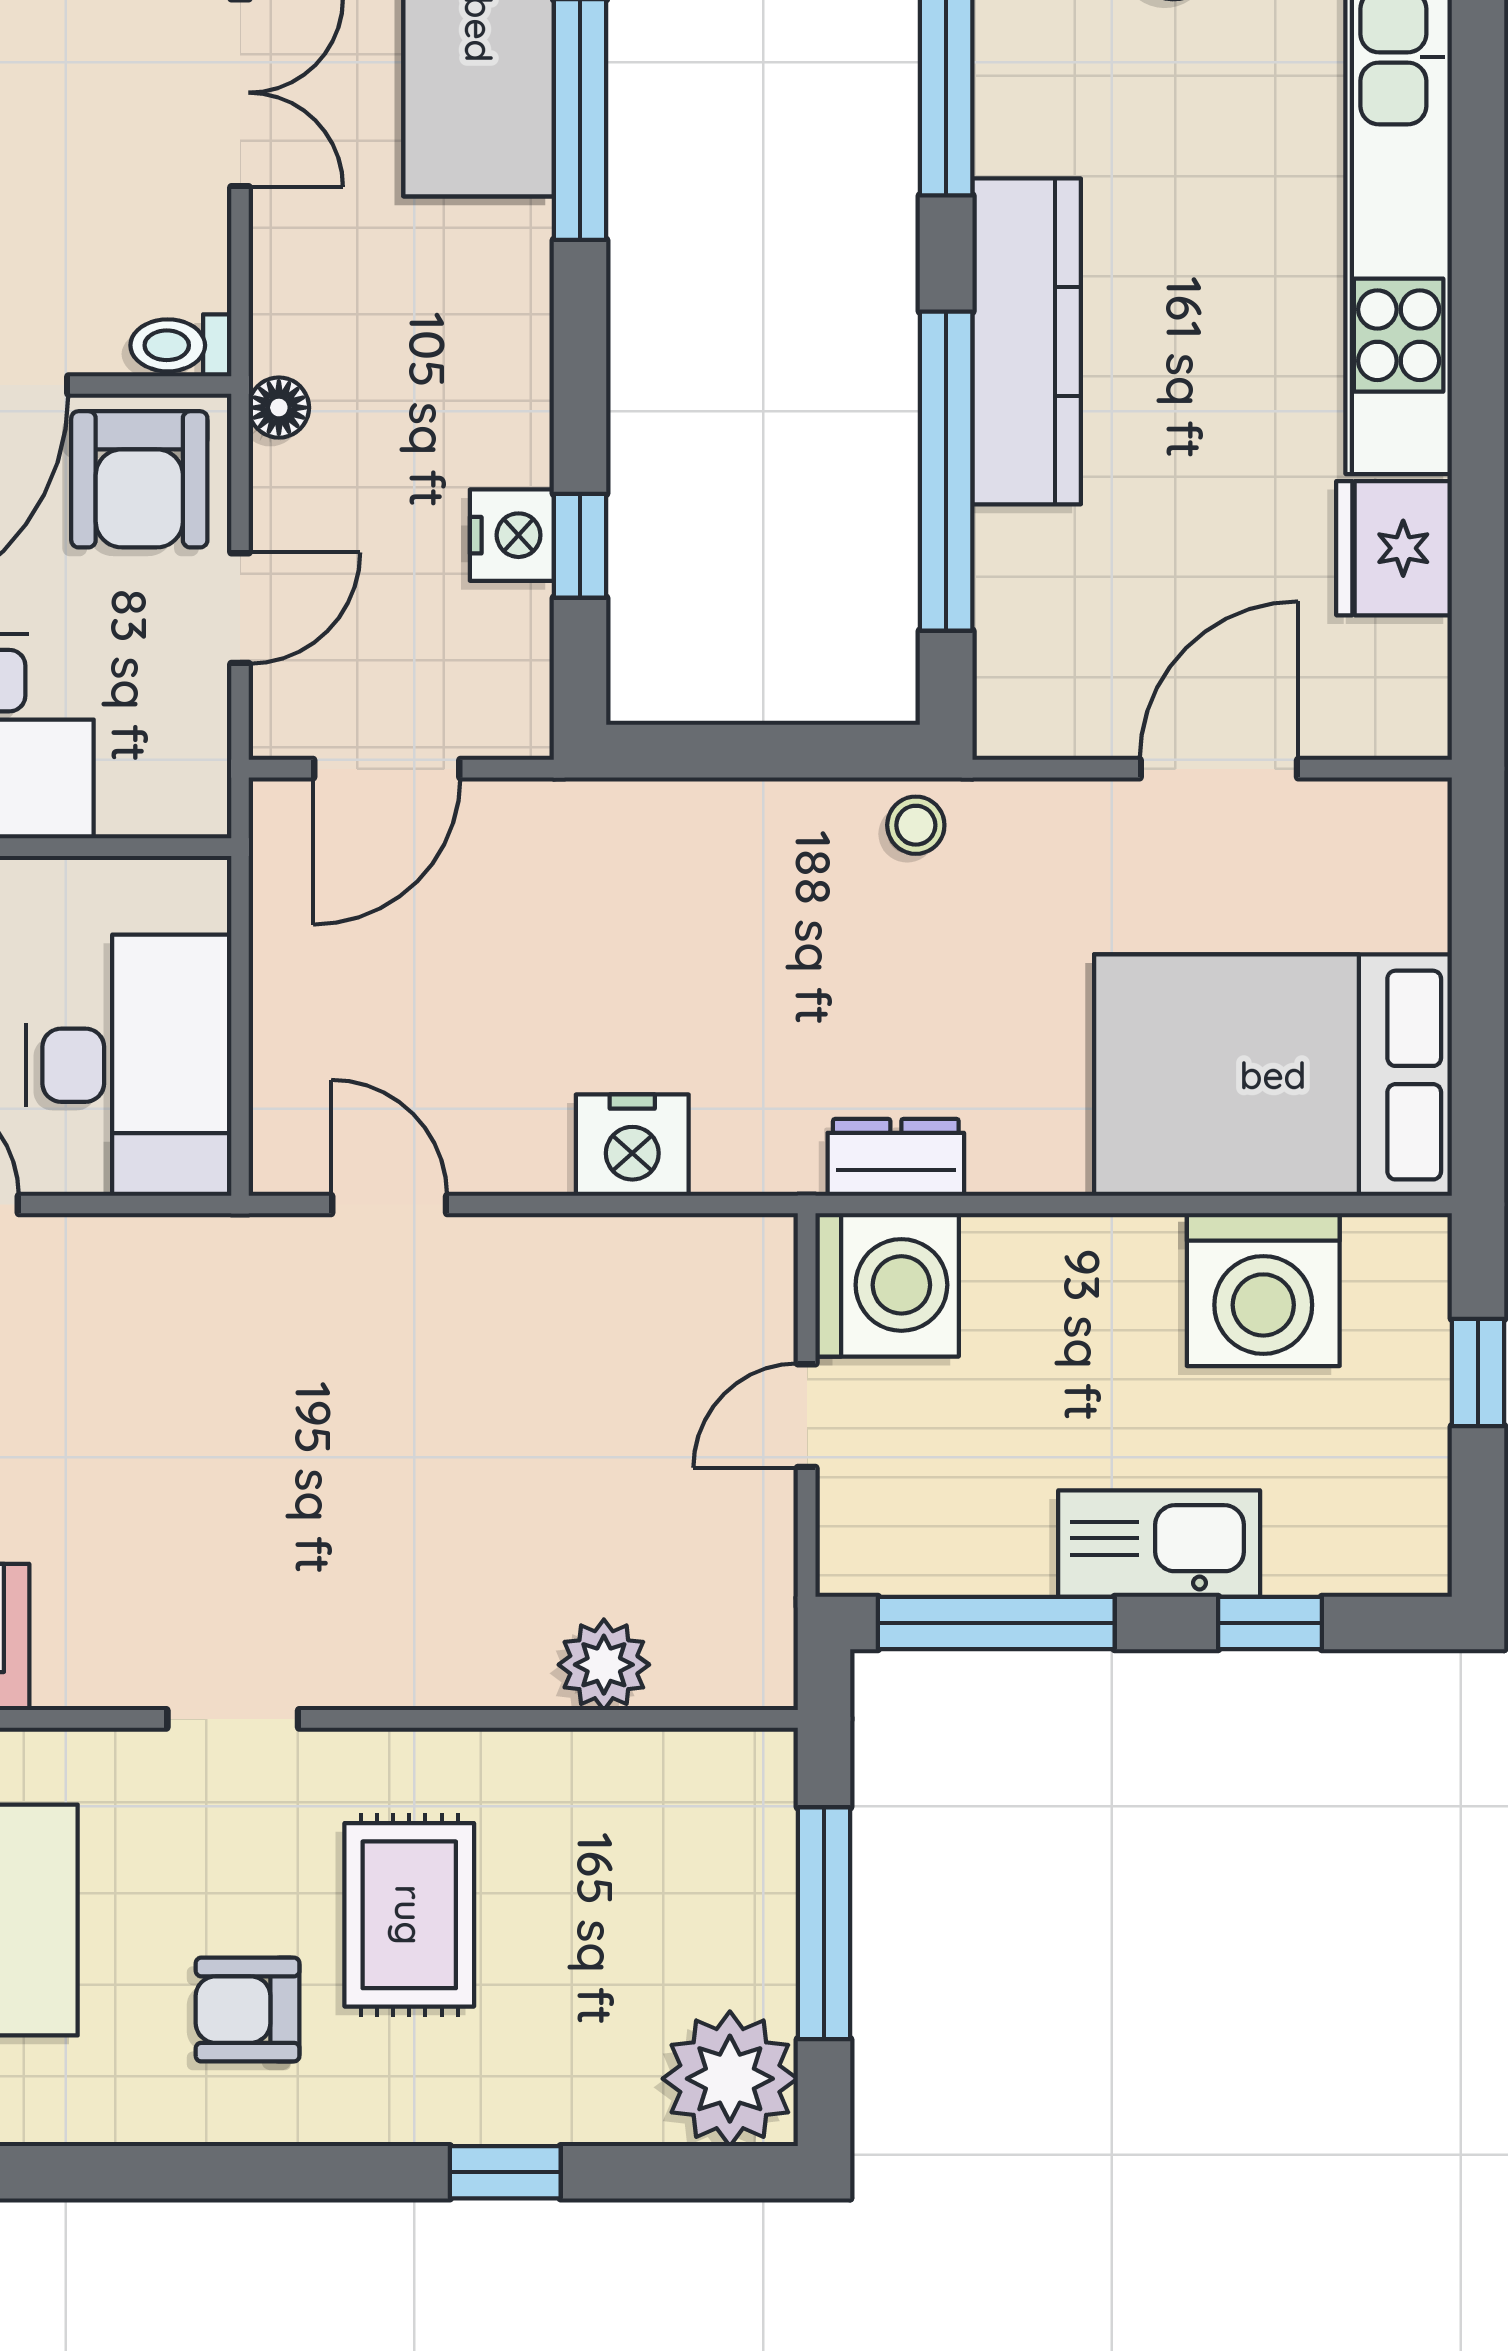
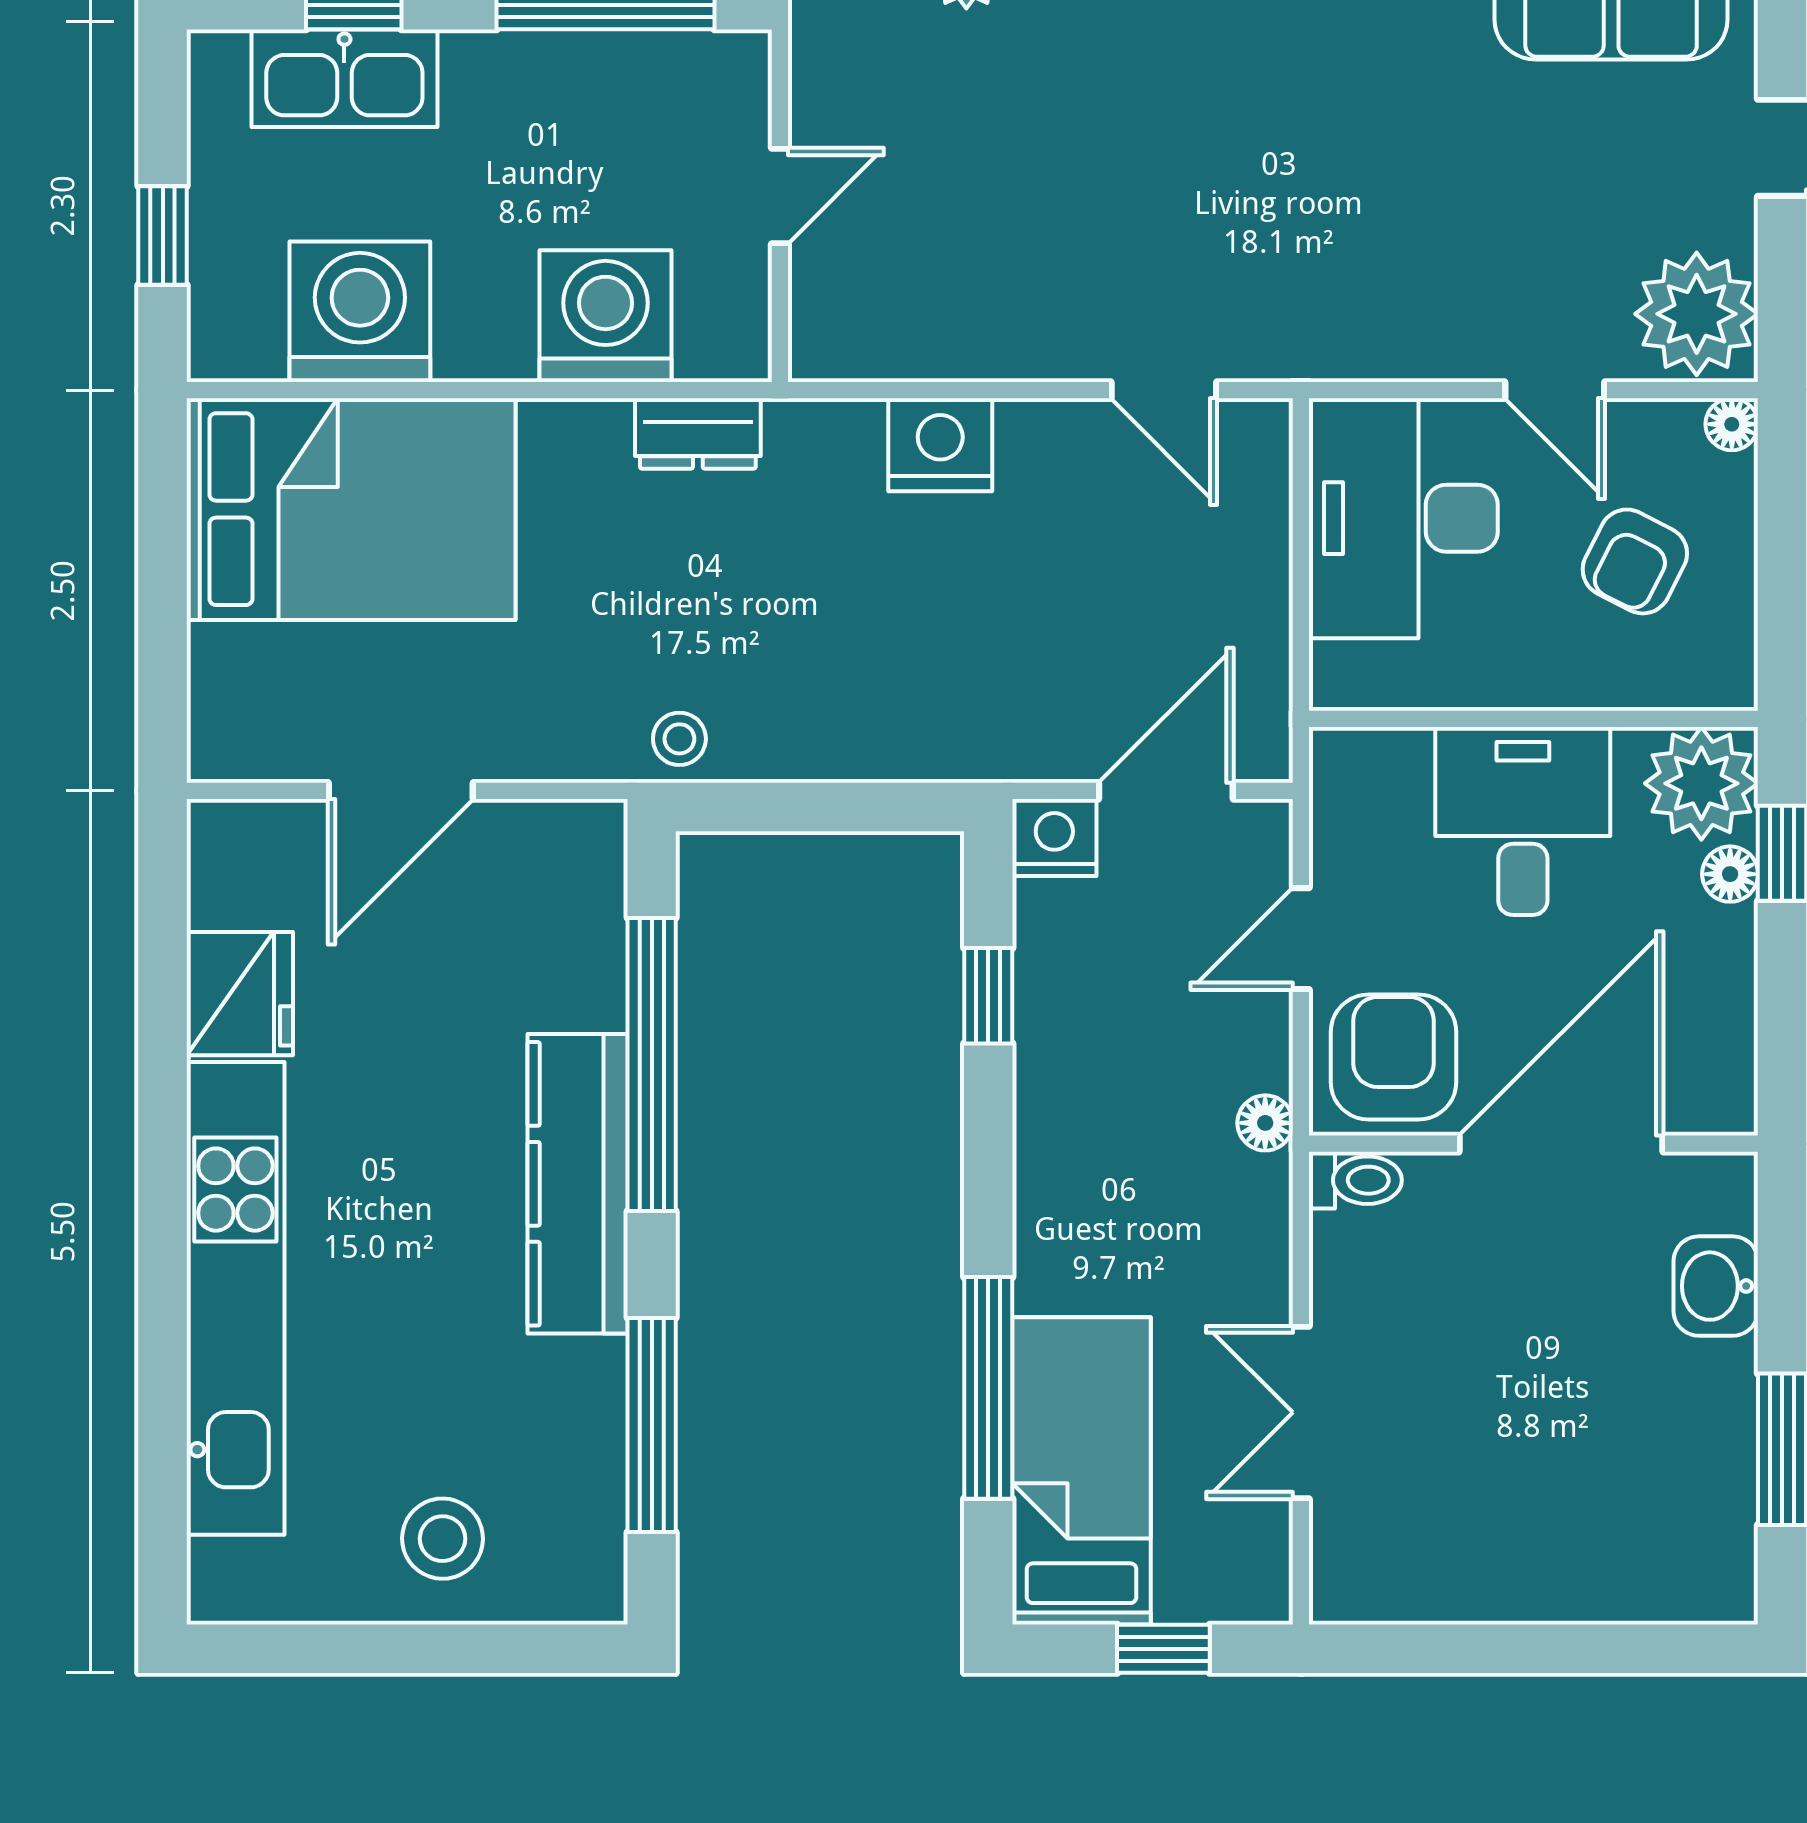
nightstand: (512, 535) -> (1054, 838), moved, turned 90
washing machine: (887, 1285) -> (605, 316), moved, turned 90
kitchen sink: (1159, 1544) -> (344, 78), moved

